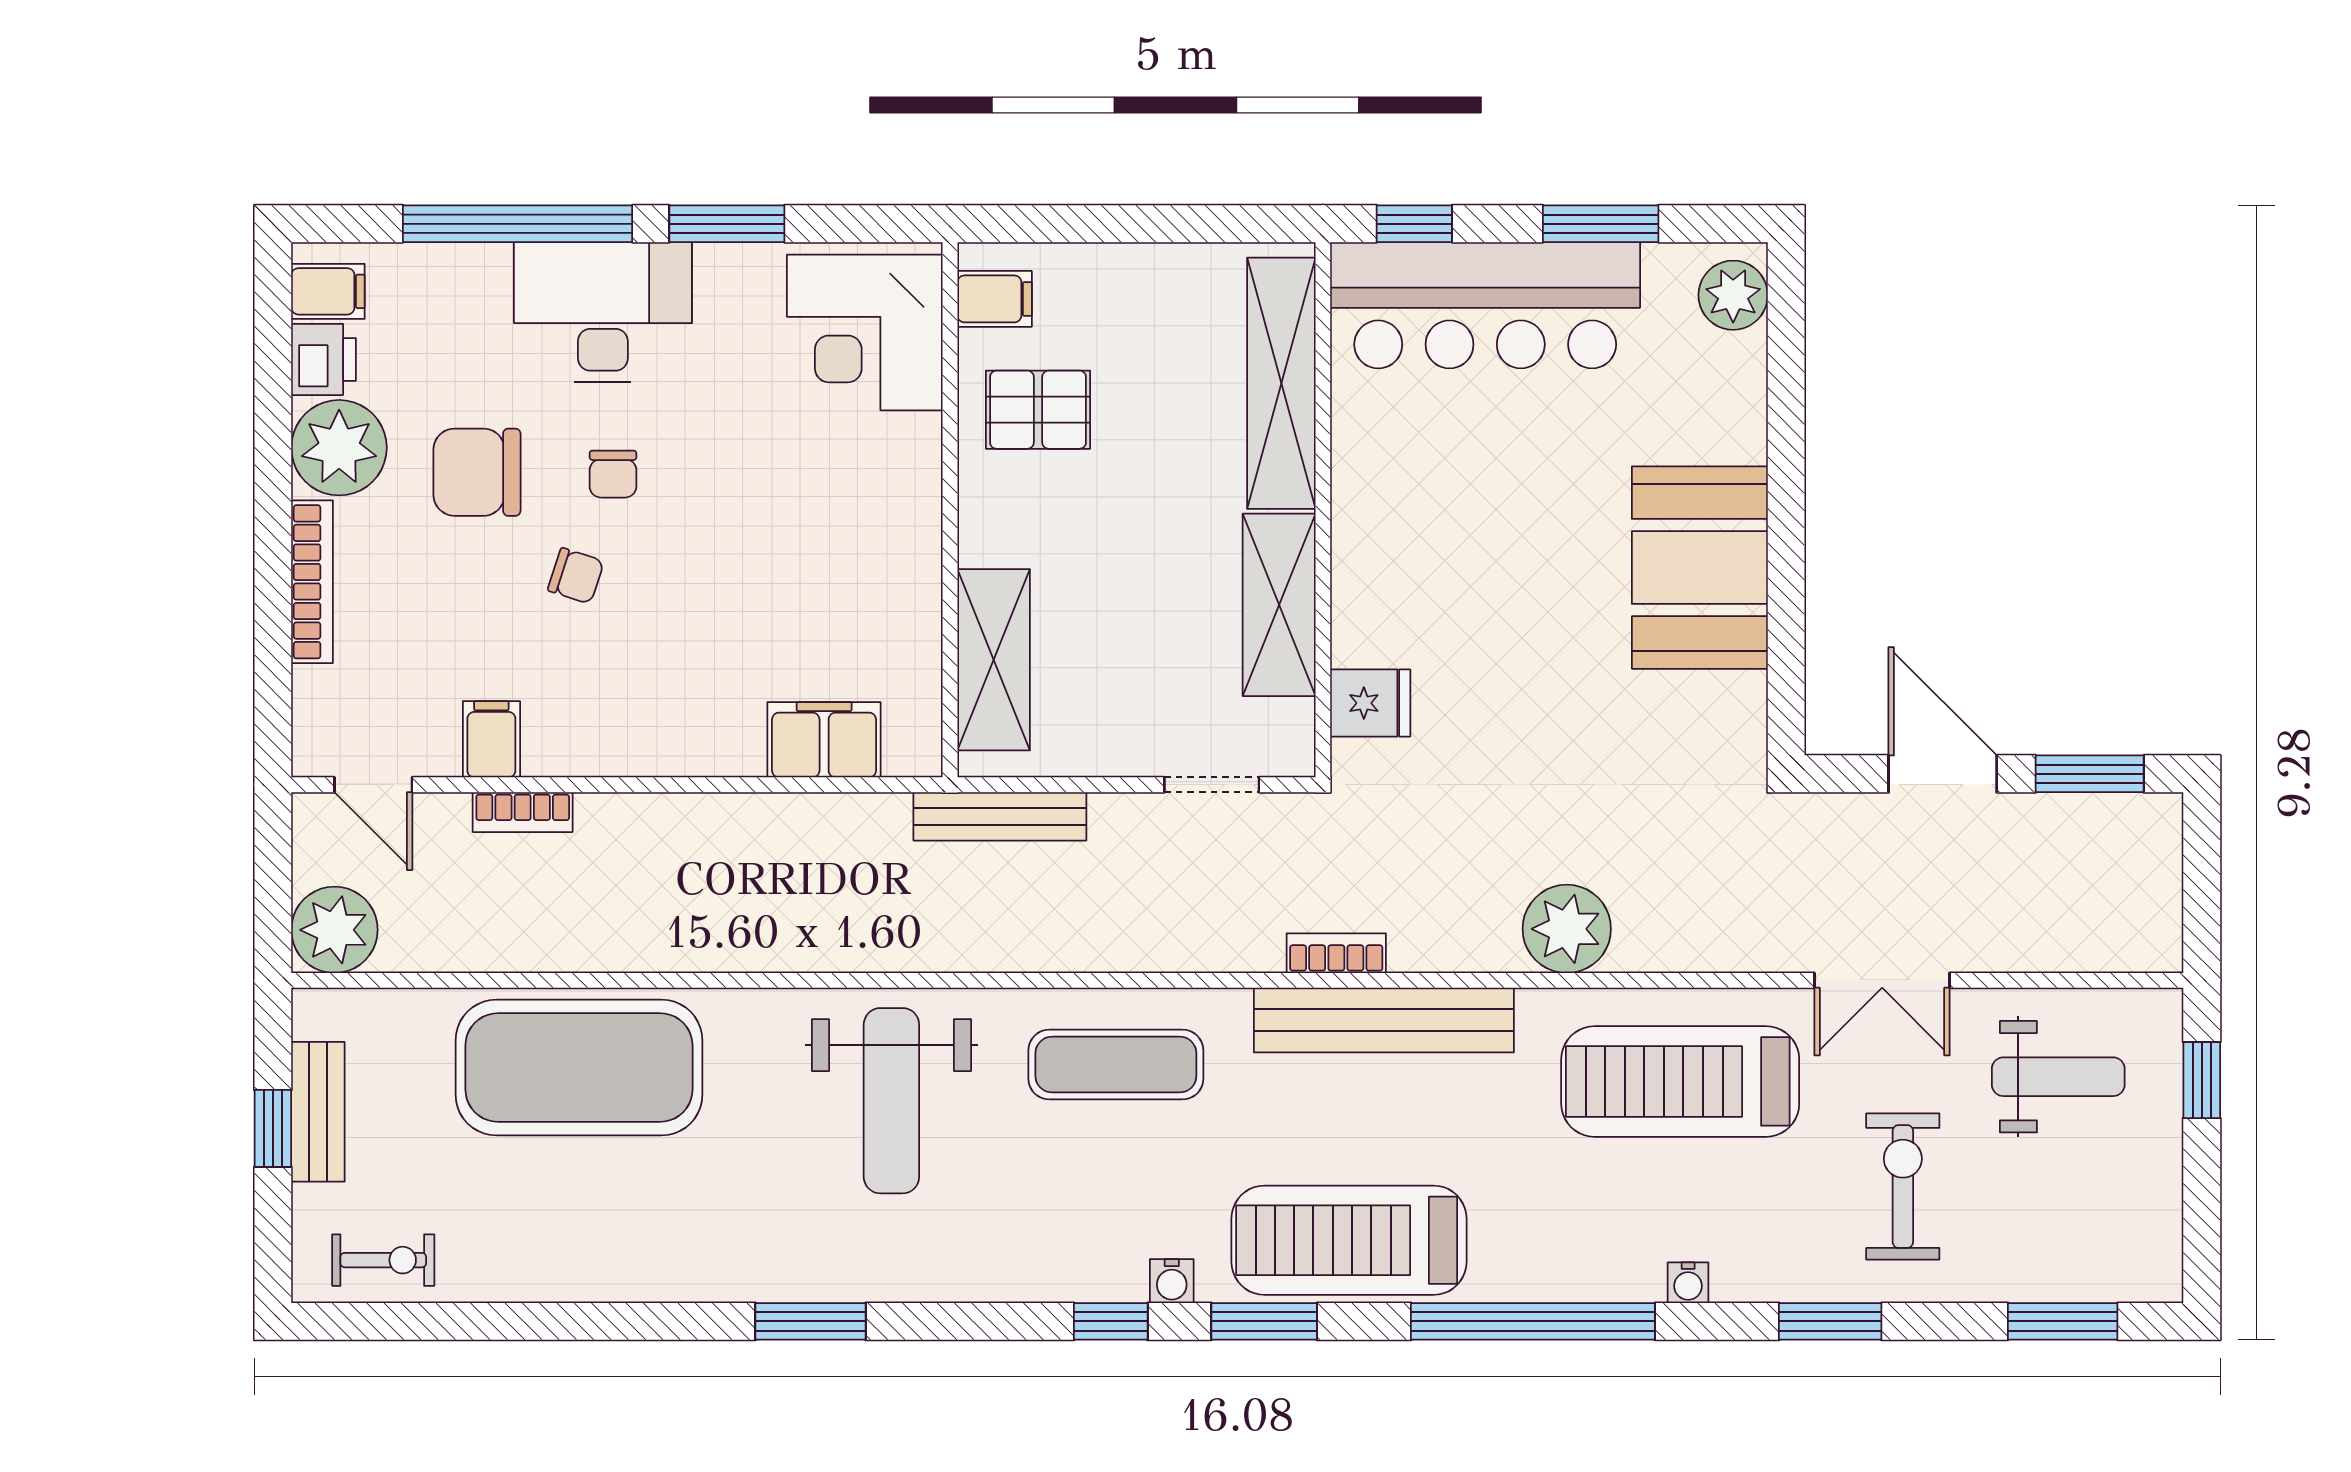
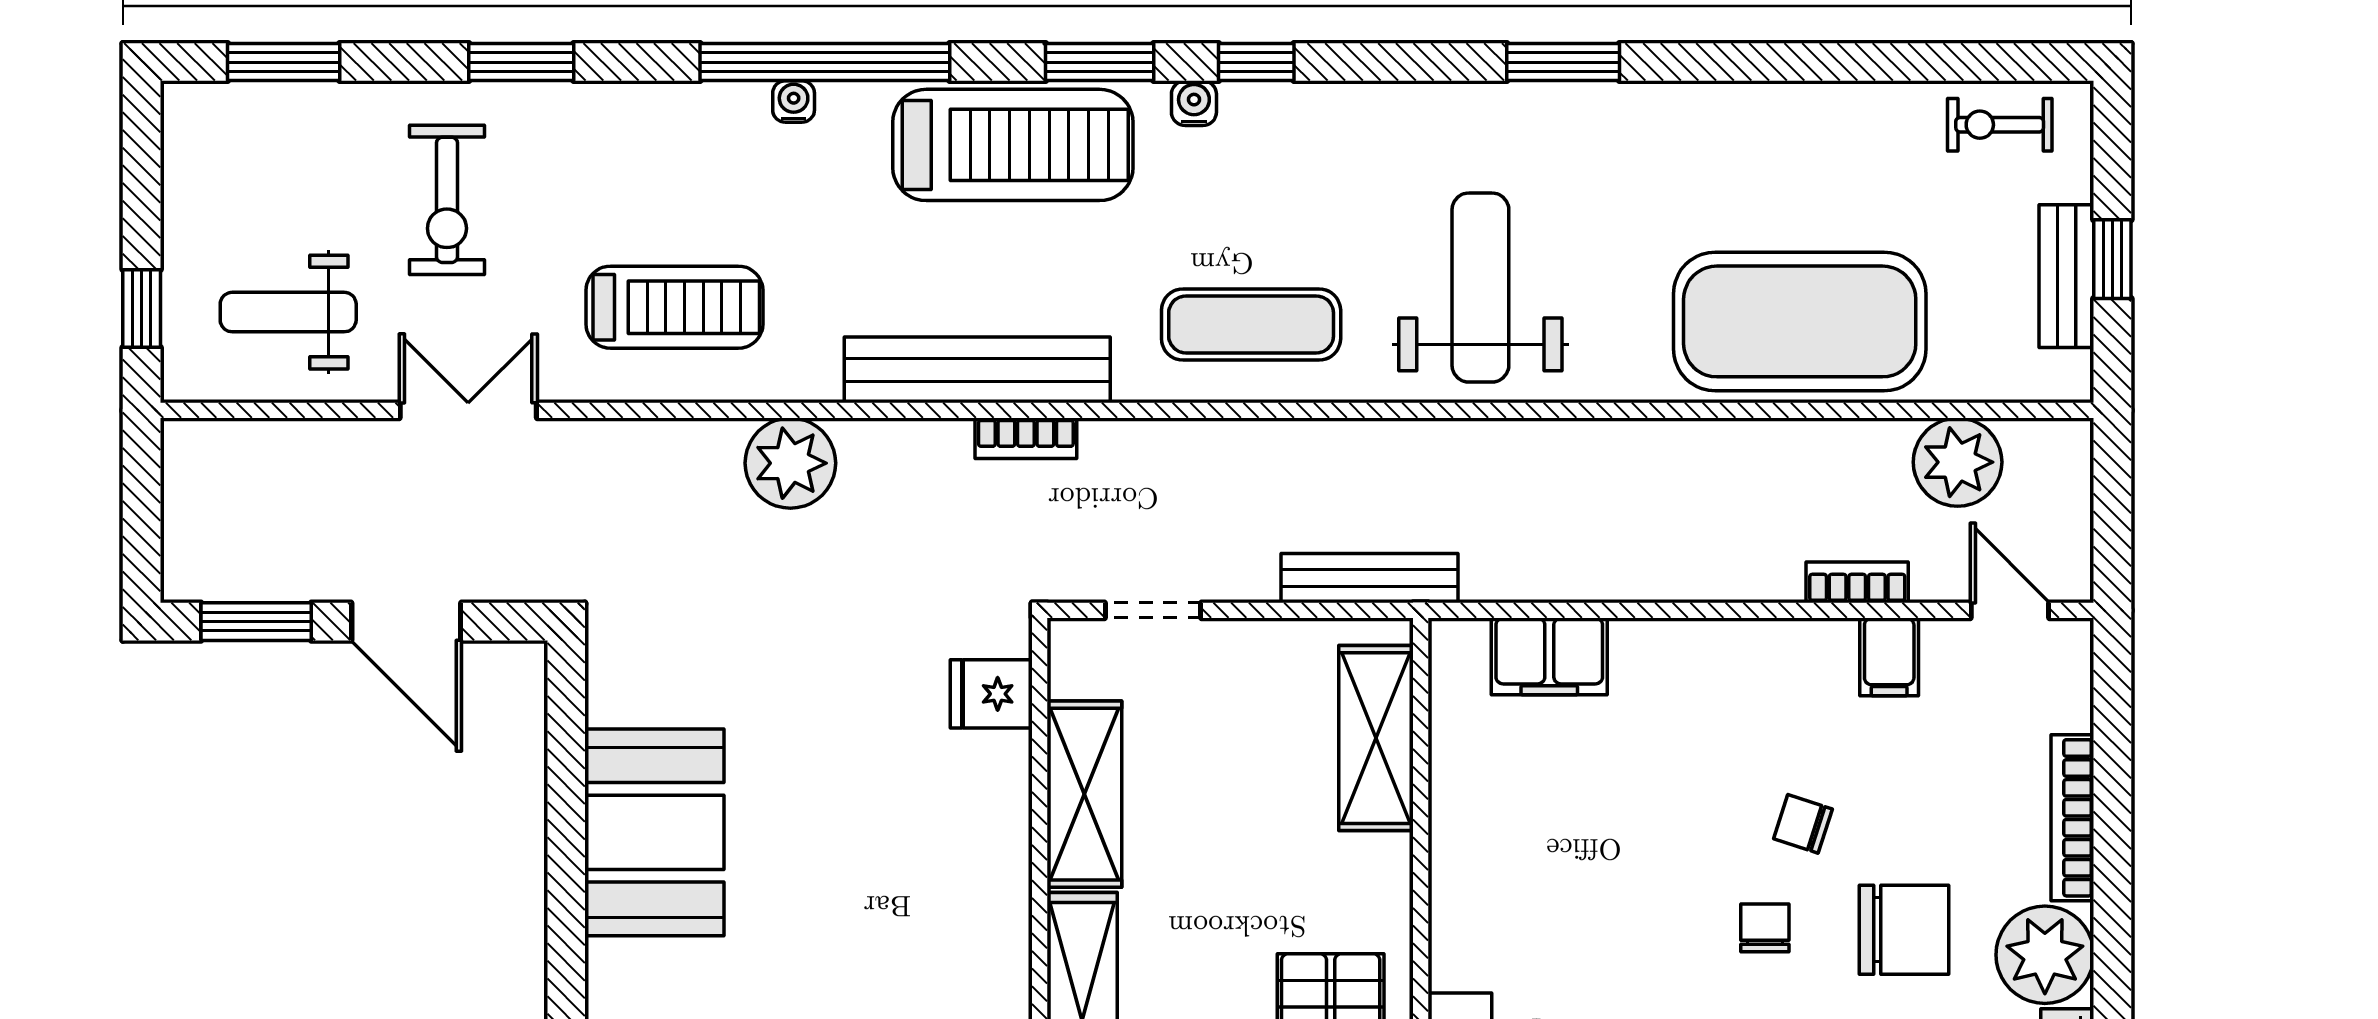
plant: (334, 930) -> (1958, 462), moved
treadmill: (1680, 1081) -> (674, 307), width x0.73, depth x0.73
water cooler: (1688, 1283) -> (794, 102), moved

